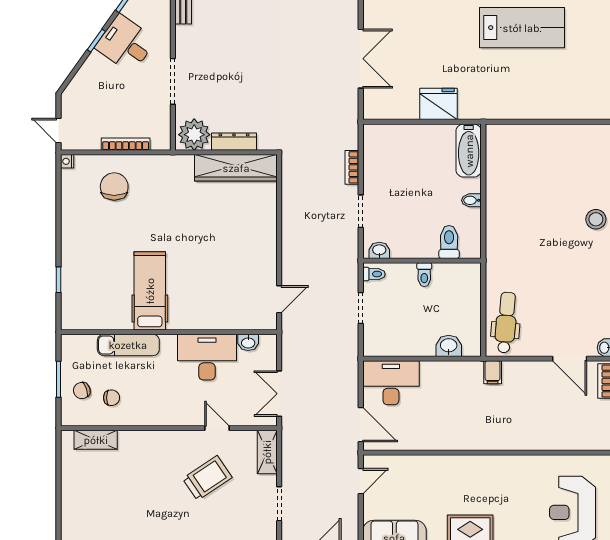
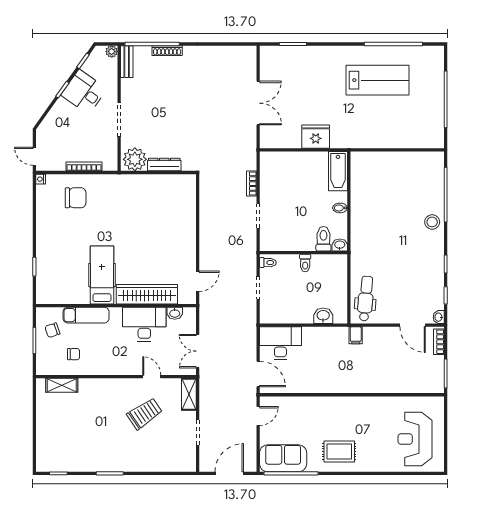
wardrobe: (236, 168) -> (147, 294), moved, turned 180
chair: (114, 187) -> (76, 198), turned 90
washbasin: (379, 250) -> (340, 245), moved
chair: (82, 391) -> (52, 330), moved

